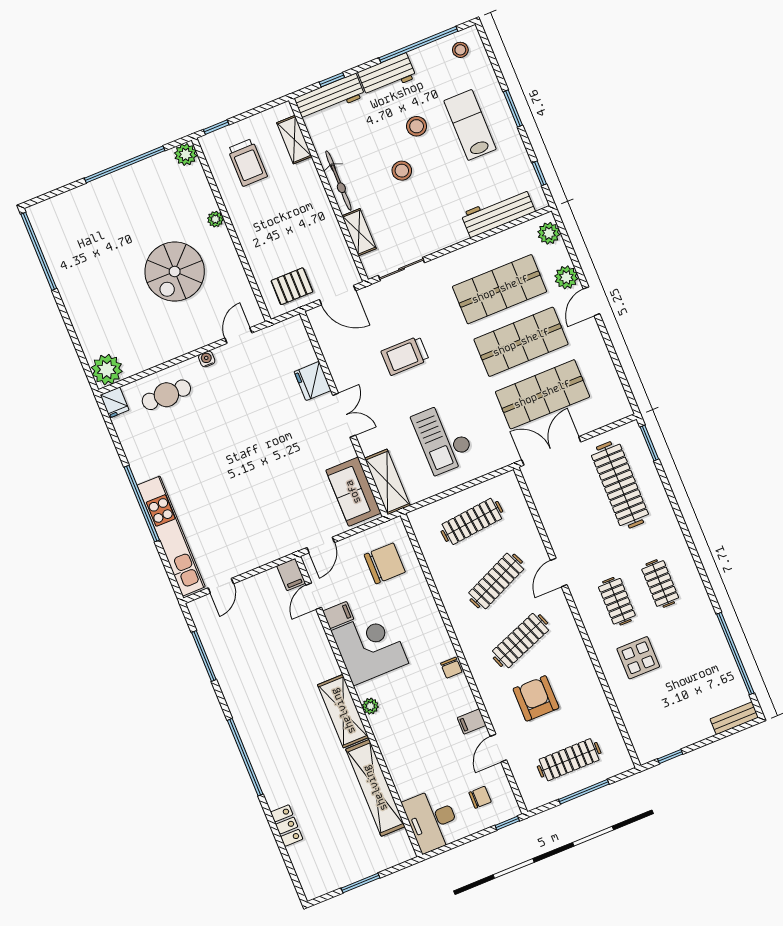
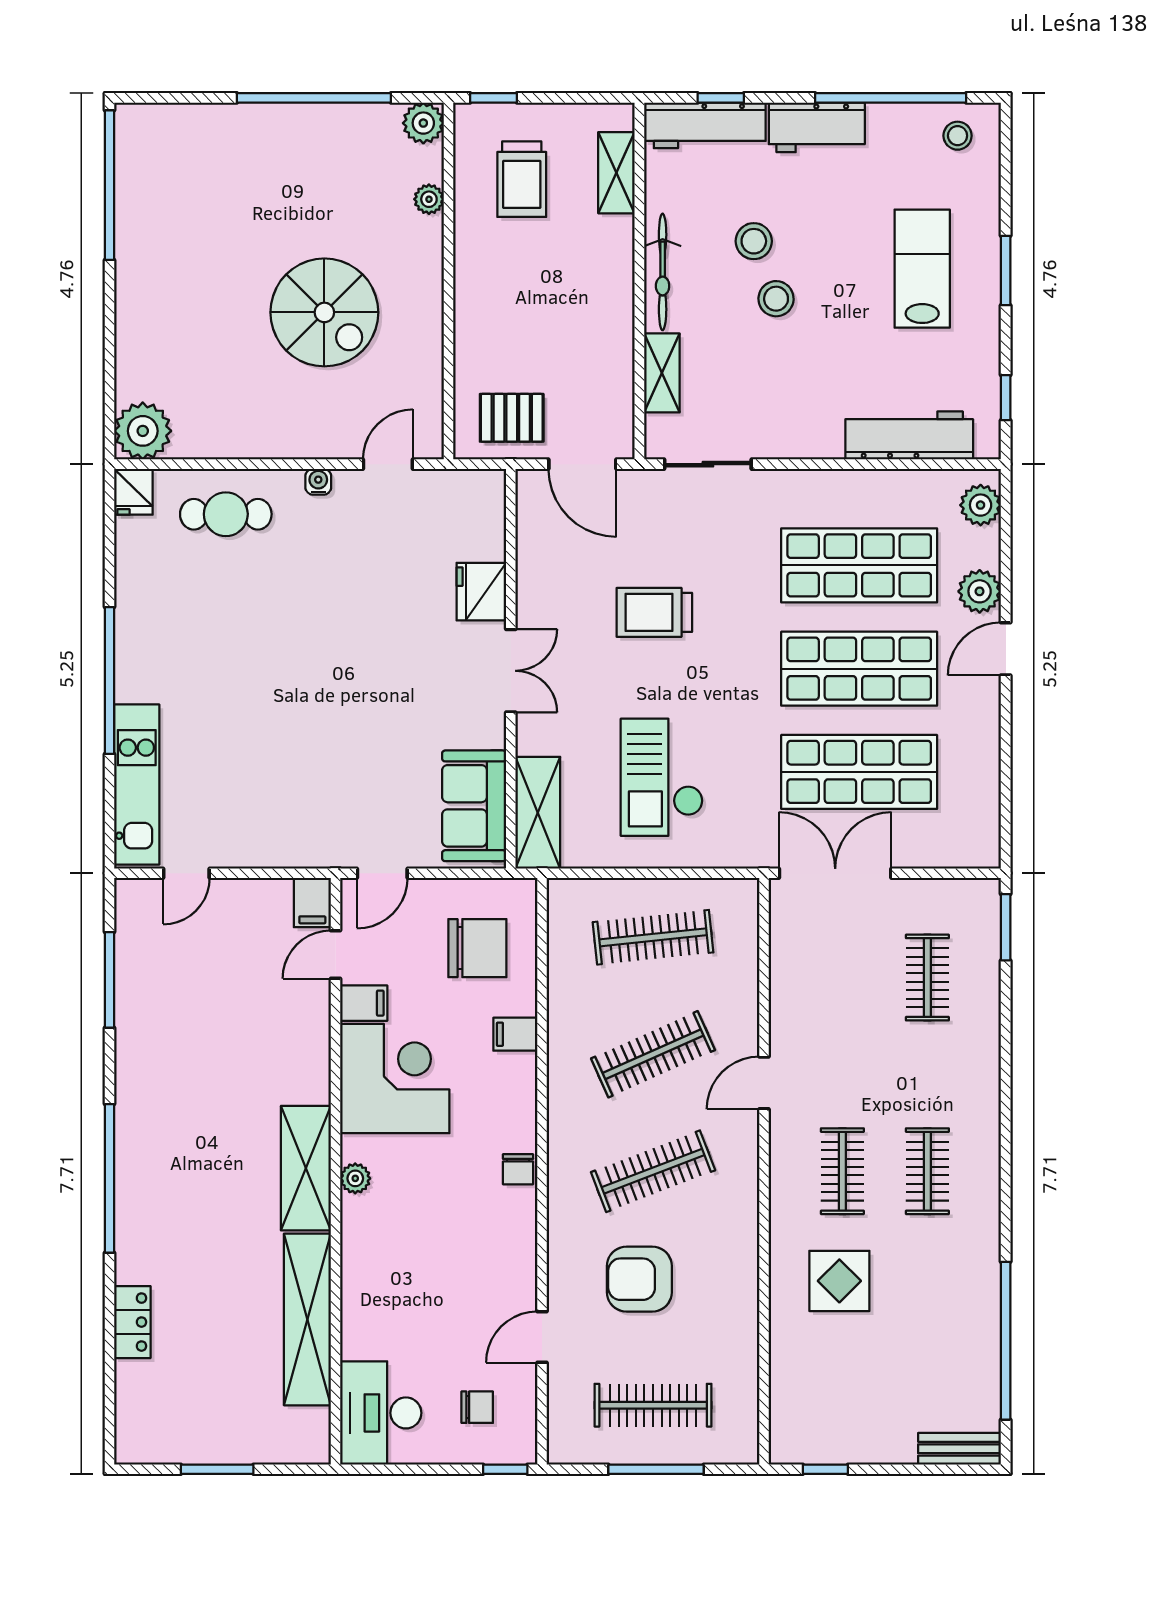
stool: (417, 126) -> (754, 241), moved
plant: (215, 219) -> (429, 199), moved
spiral stairs: (175, 271) -> (324, 312), turned -90
clothes rail: (620, 485) -> (927, 978), width x0.54, depth x0.76
kitchen unit: (171, 536) -> (137, 784), width x0.73
armchair: (536, 698) -> (639, 1279), turned -90
filing cabinet: (472, 721) -> (515, 1034), moved

